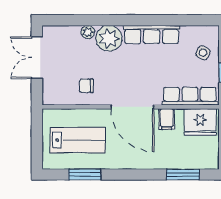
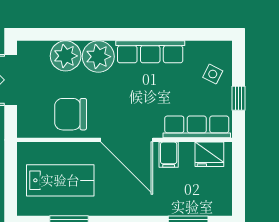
plant: (88, 32) -> (66, 56), width x1.87, depth x1.87
chair: (86, 86) -> (71, 114), width x1.87, depth x1.87
fridge: (200, 122) -> (209, 154), width x0.73, depth x0.75

